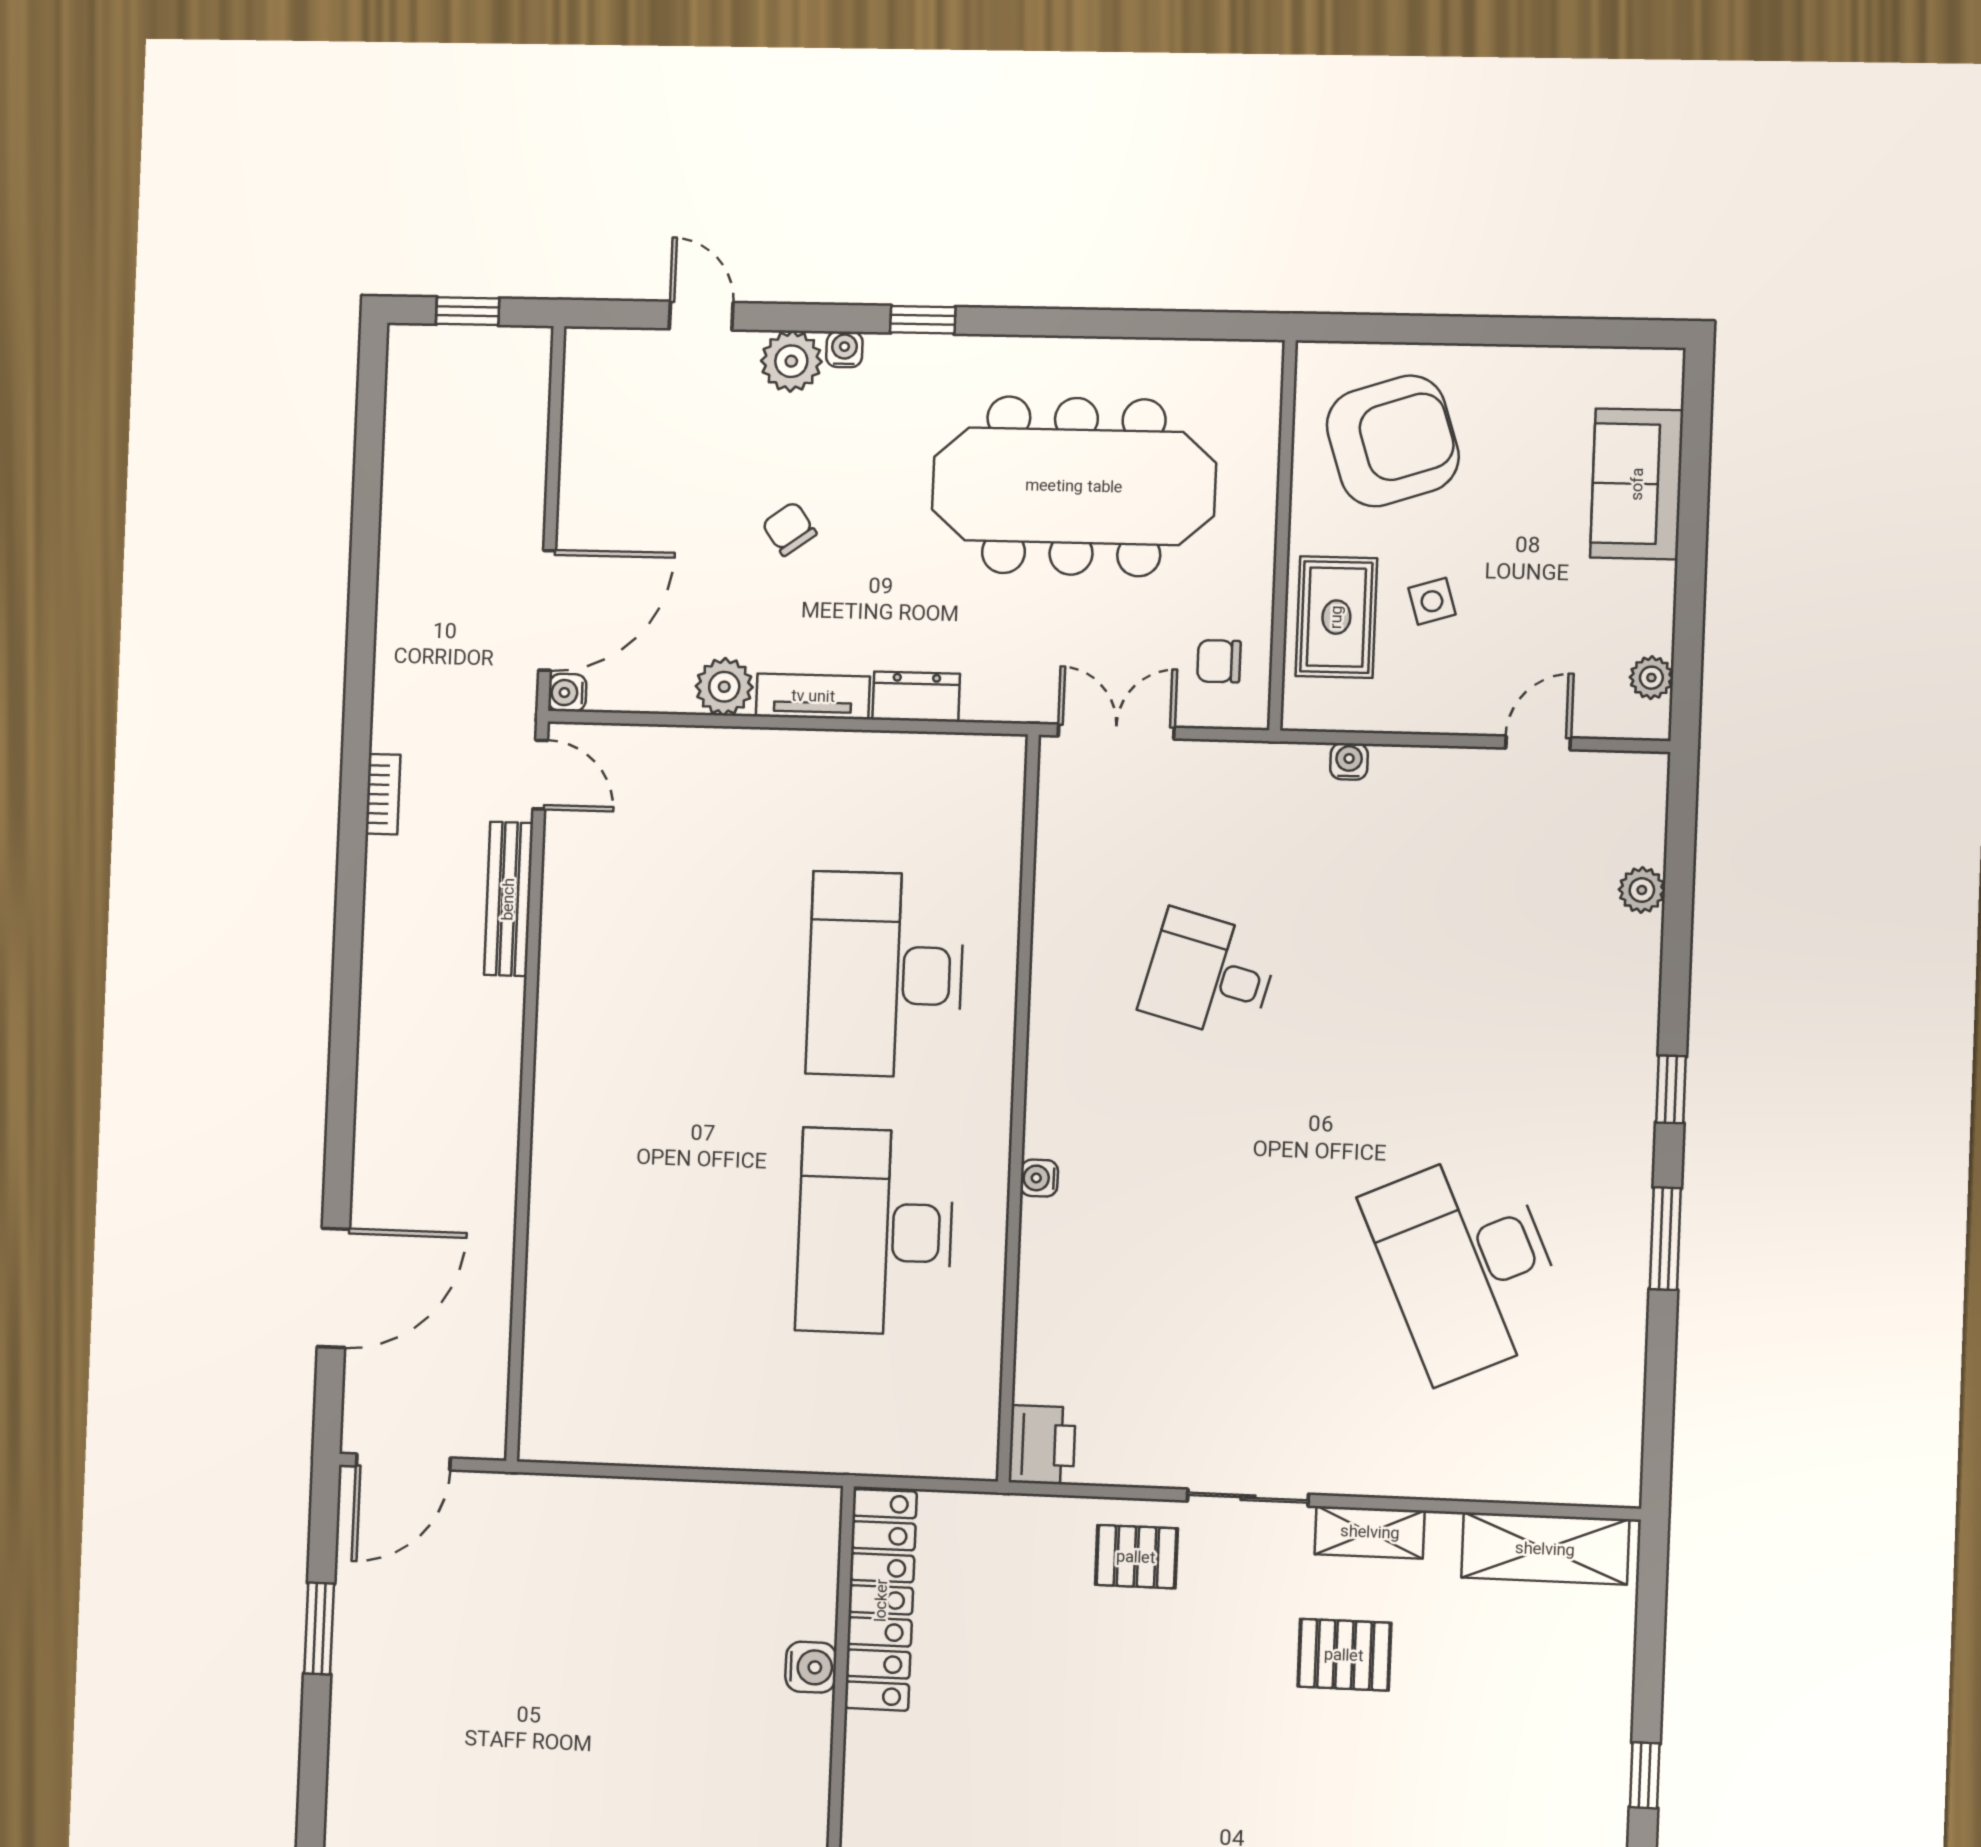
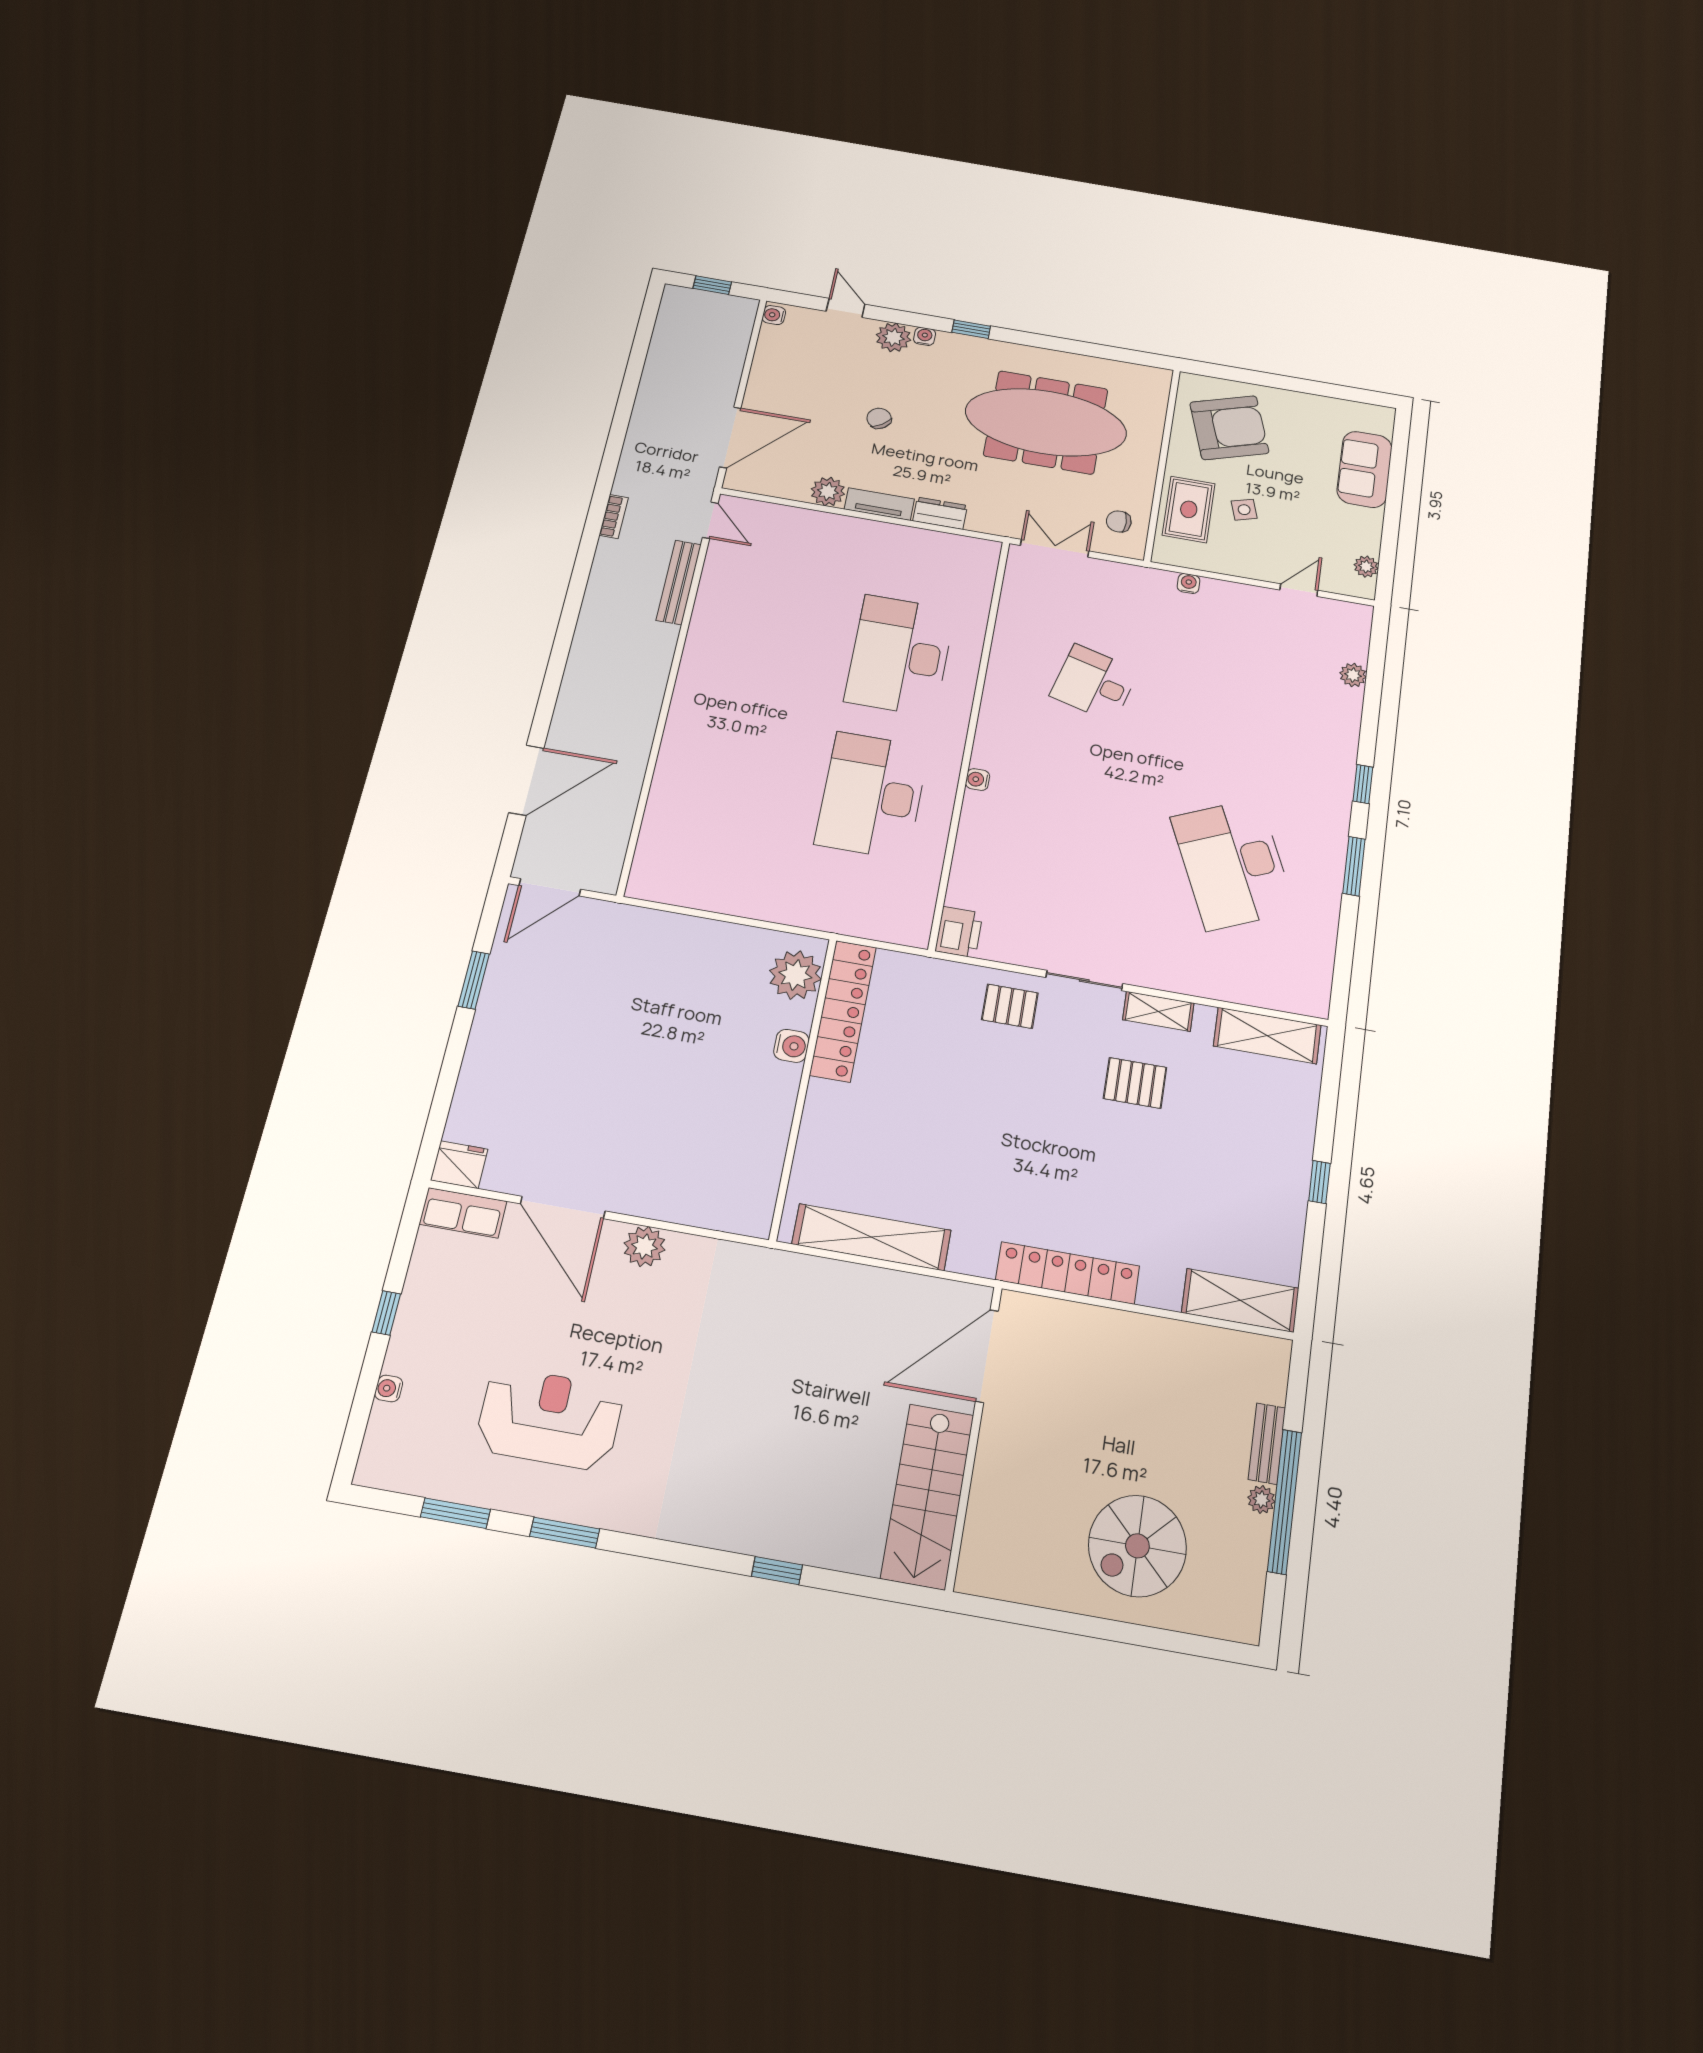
water cooler: (567, 693) -> (774, 315), moved
plant: (800, 1552) -> (795, 975), added

